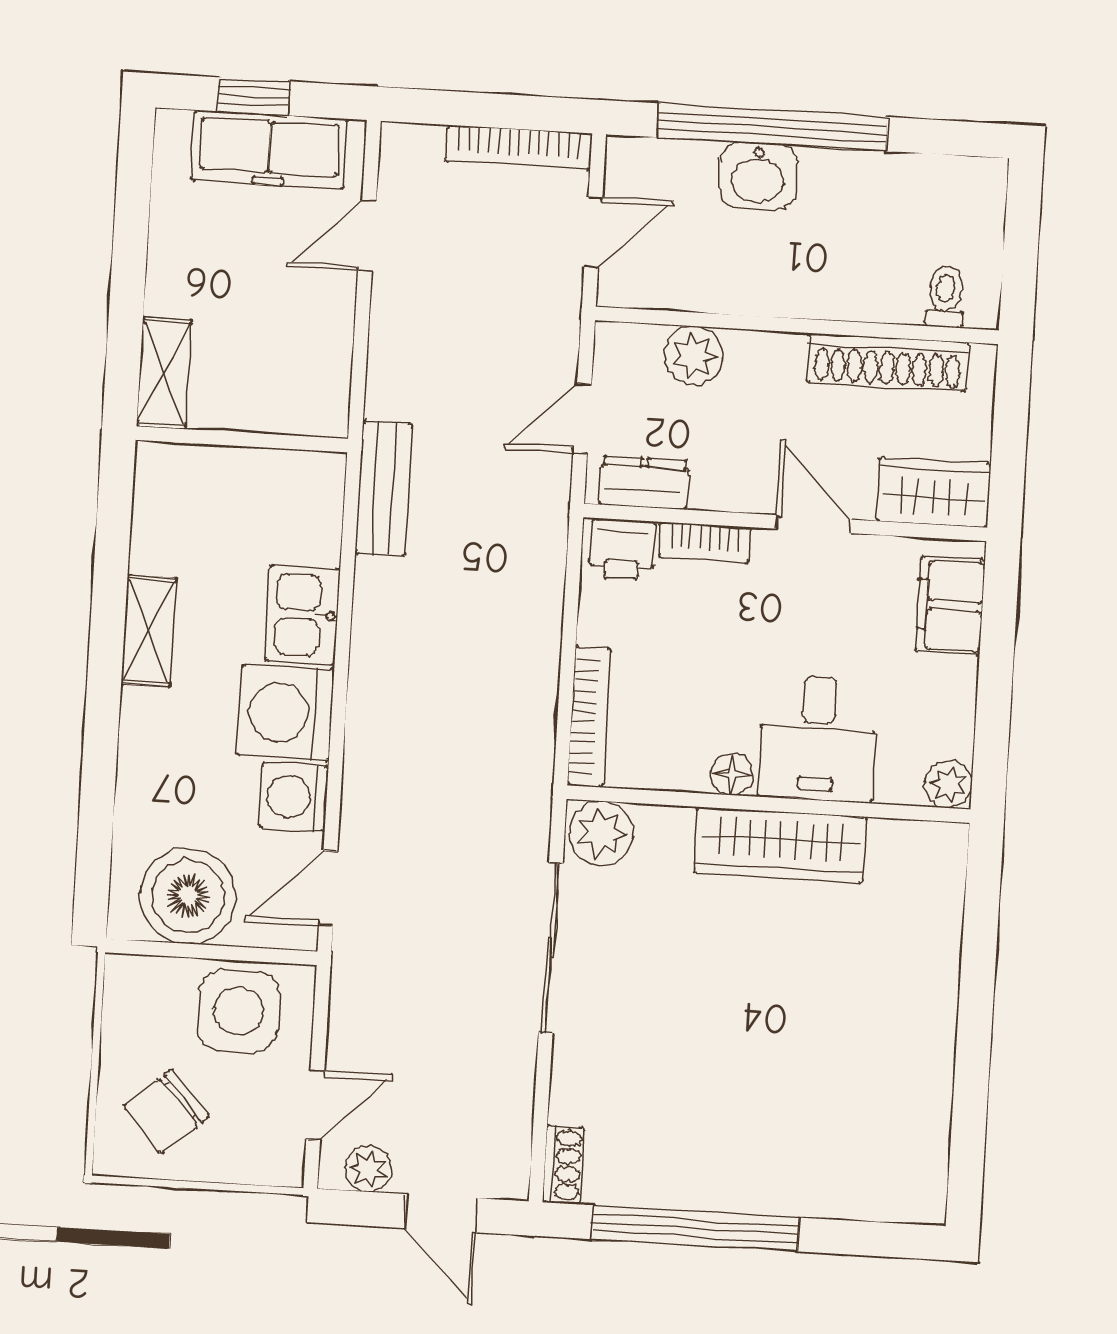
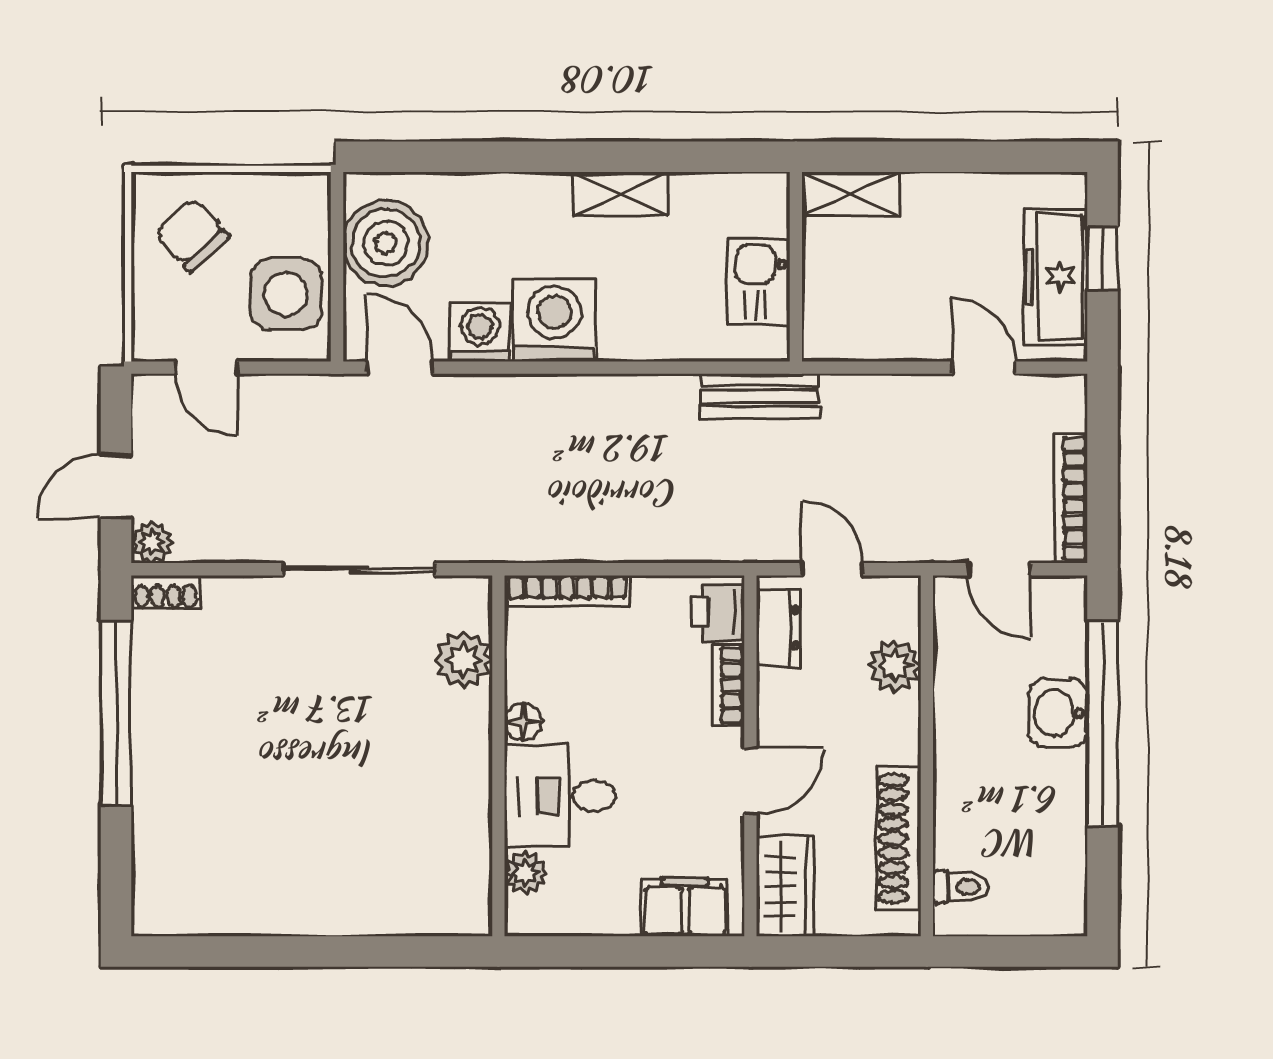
kitchen sink: (303, 615) -> (759, 282), moved, turned -90
plant: (948, 784) -> (526, 873), moved
plant: (601, 833) -> (464, 660), moved
wardrobe: (780, 845) -> (463, 768), removed
plant: (369, 1169) -> (152, 543), moved

